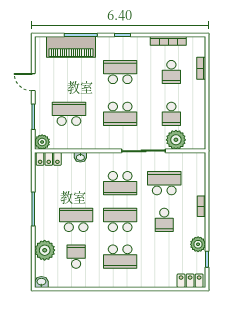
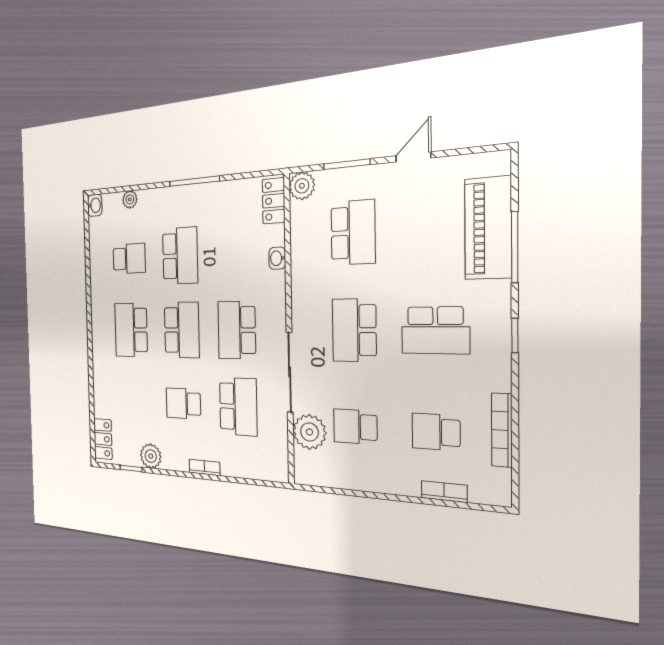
school desk: (120, 72) -> (435, 330), turned 90
plant: (45, 250) -> (130, 199), width x0.53, depth x0.53

